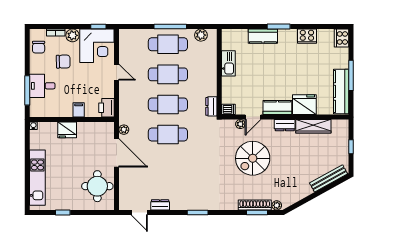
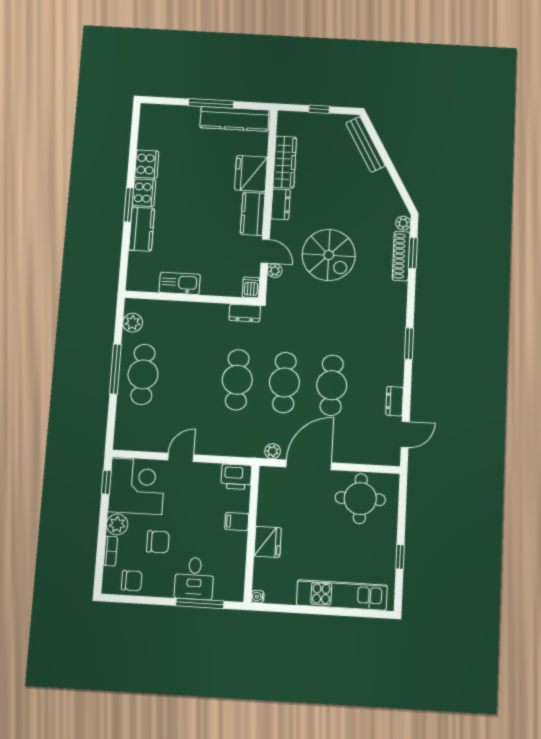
cooker: (341, 38) -> (144, 193), moved, turned -90
chair: (63, 62) -> (158, 542), turned 91
cafe table: (168, 74) -> (332, 385), moved

